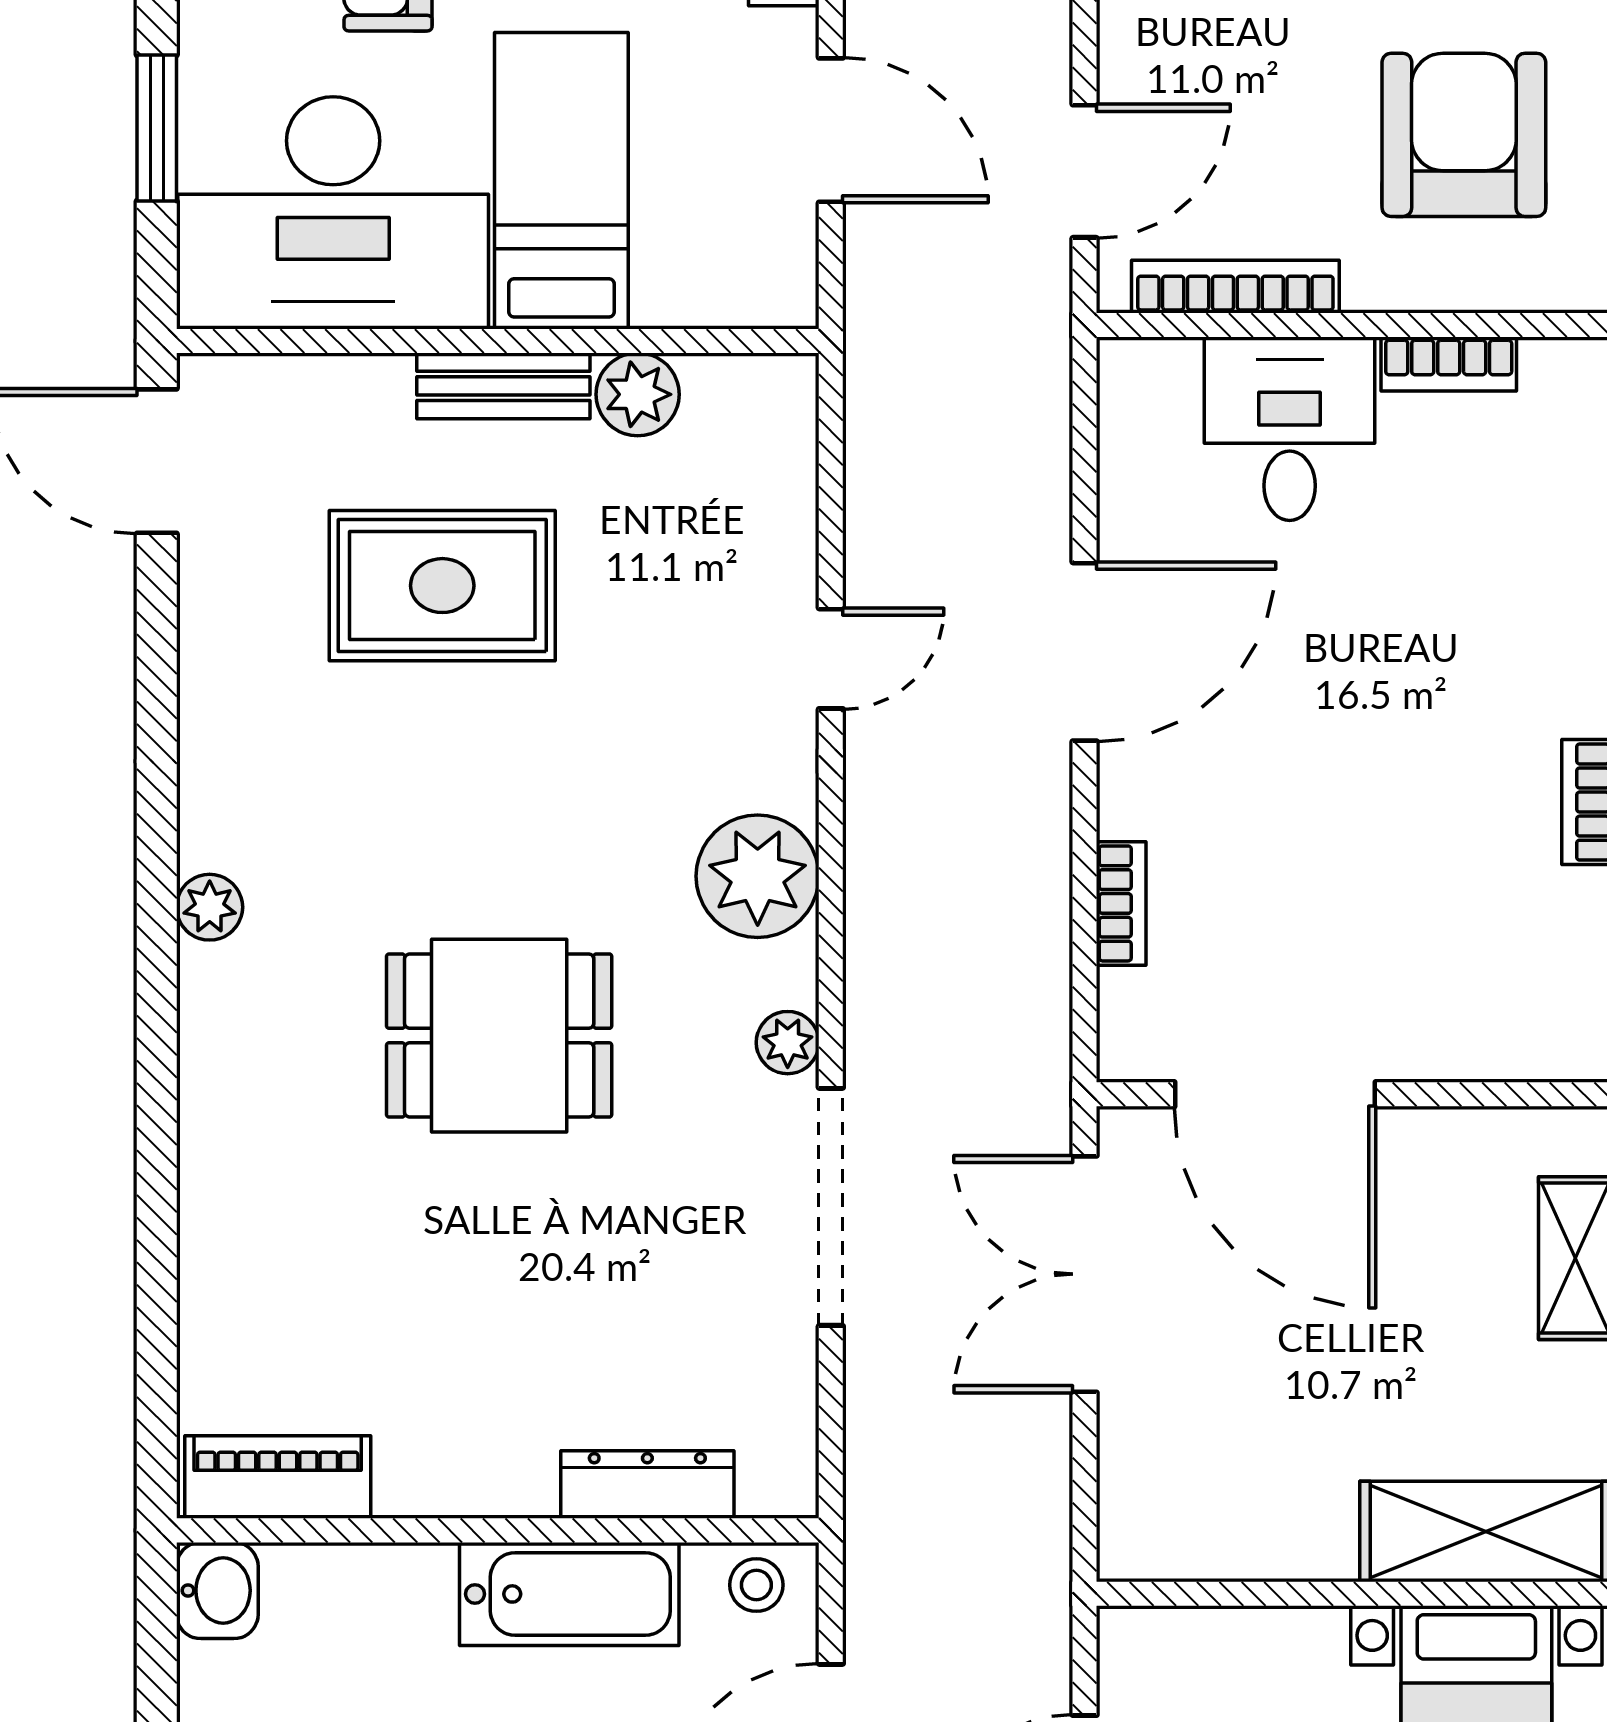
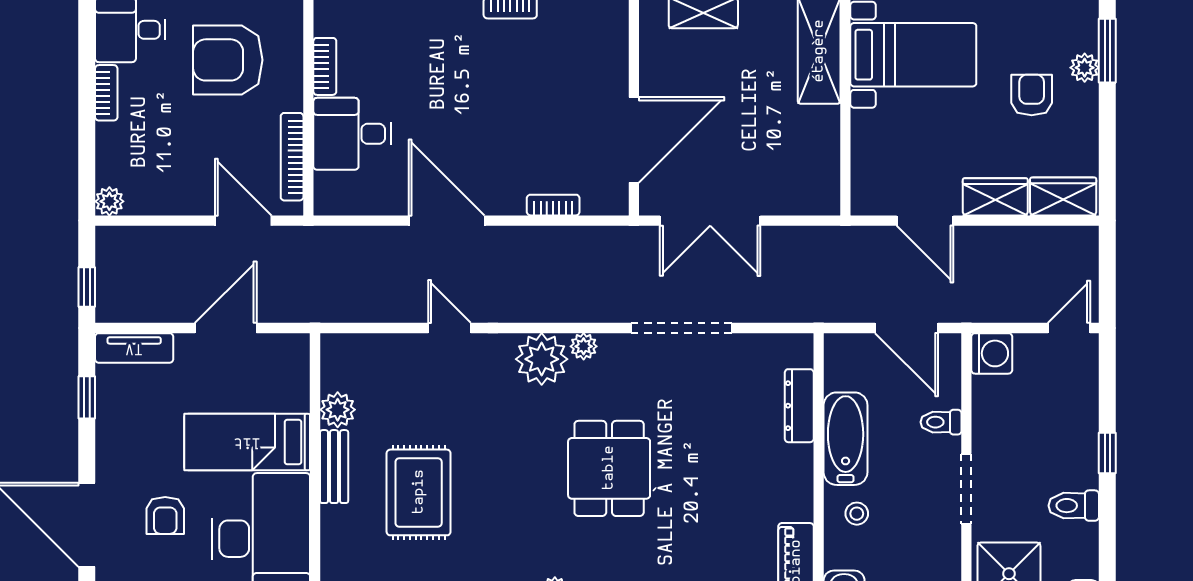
plant: (788, 1043) -> (584, 346), moved
stool: (756, 1585) -> (857, 514), moved

